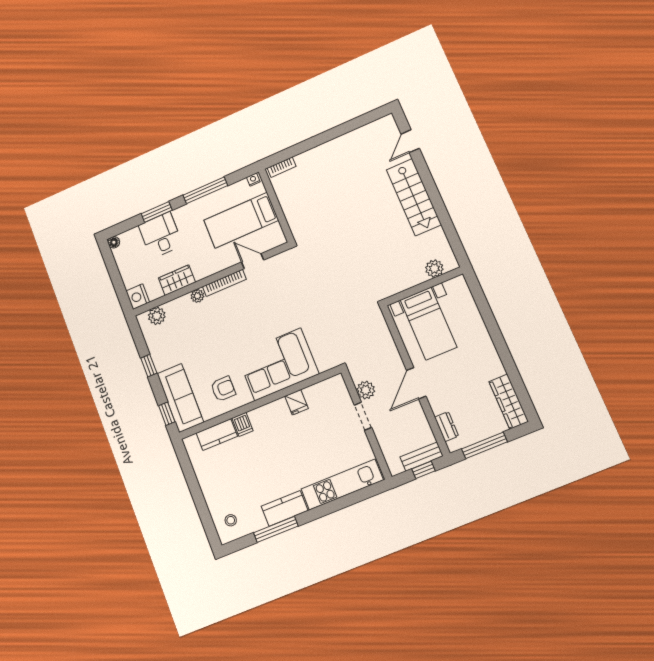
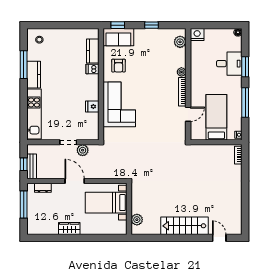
wardrobe: (177, 280) -> (197, 63), removed
sofa: (180, 398) -> (118, 37), width x0.73
wardrobe: (509, 402) -> (69, 229), moved, width x0.67

